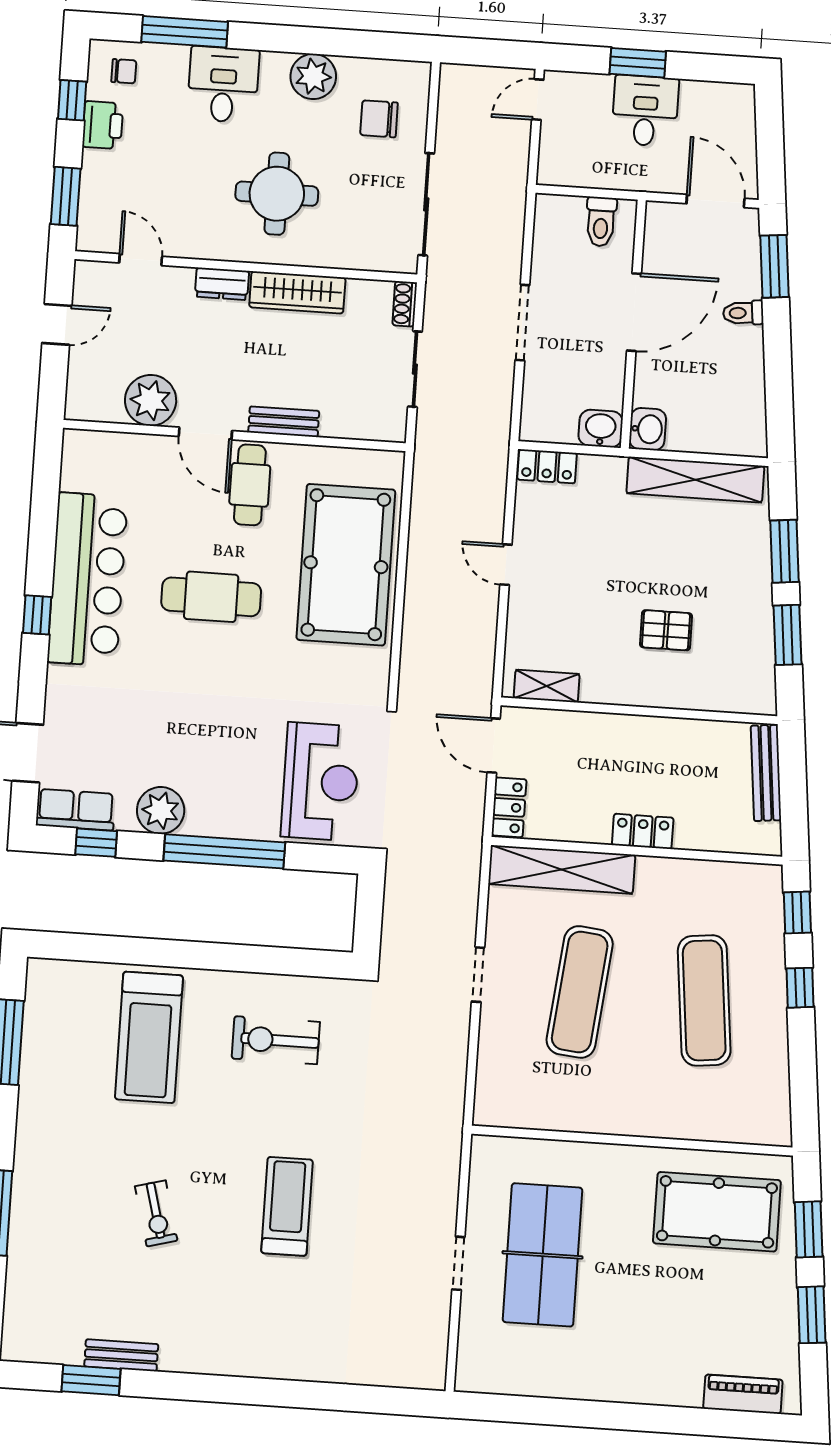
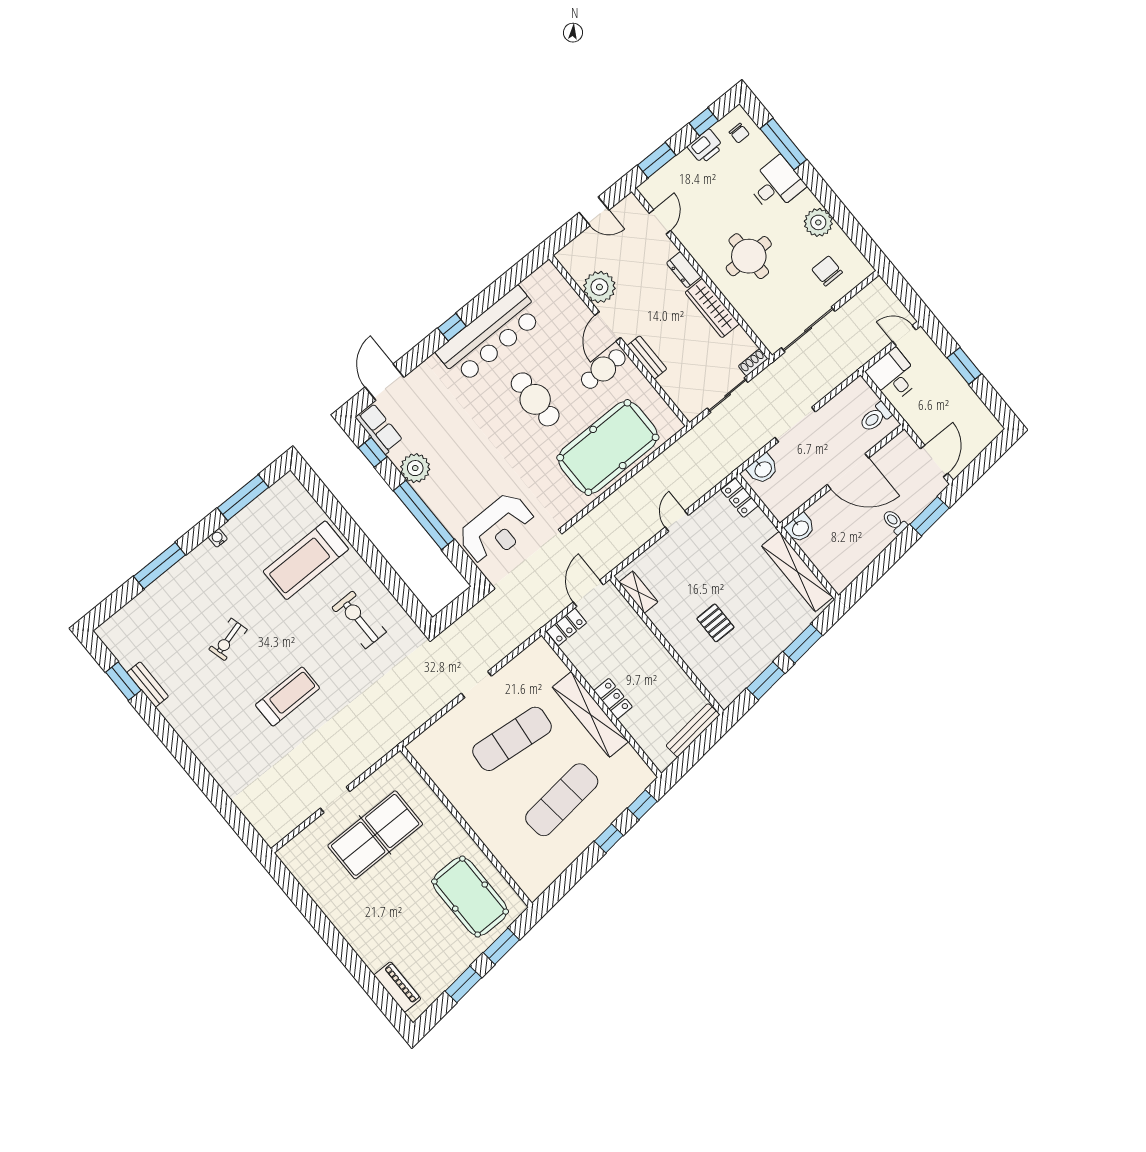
desk: (645, 111) -> (894, 376), moved, turned -90
washbasin: (601, 429) -> (763, 469), moved, turned 90
shelving: (562, 869) -> (590, 714), moved
water cooler: (27, 1115) -> (218, 538), added

